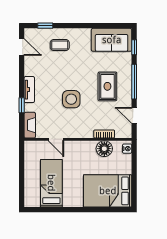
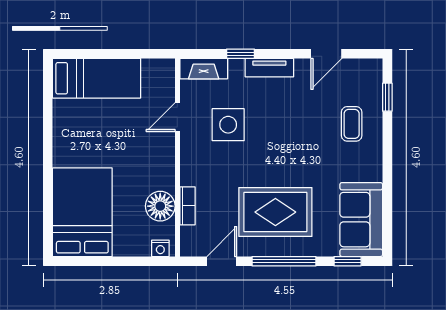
door: (22, 47) -> (326, 54), moved
rug: (107, 86) -> (275, 212), width x1.36, depth x1.43
side table: (71, 99) -> (228, 125), moved
bed: (51, 183) -> (96, 78), moved

